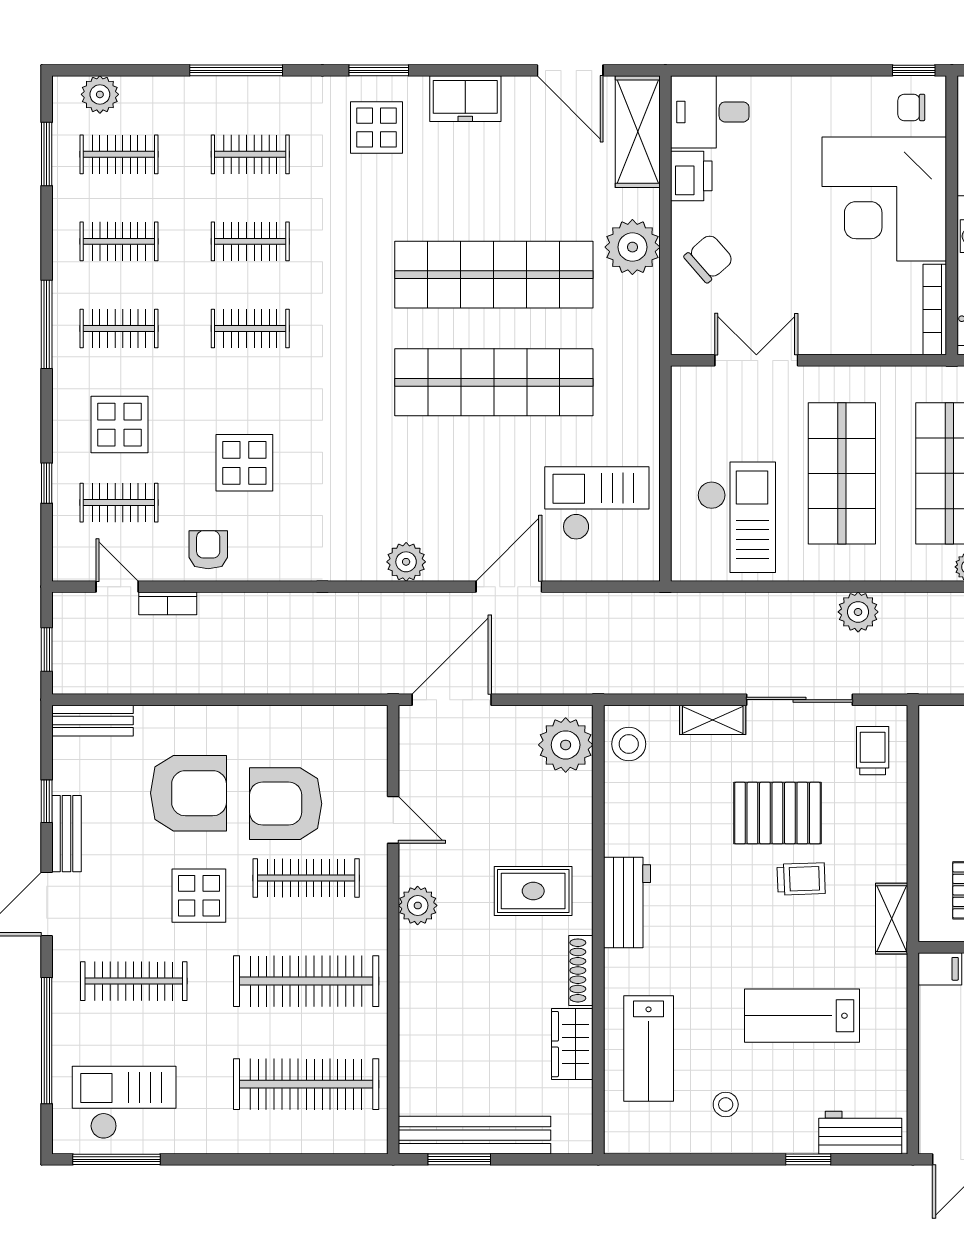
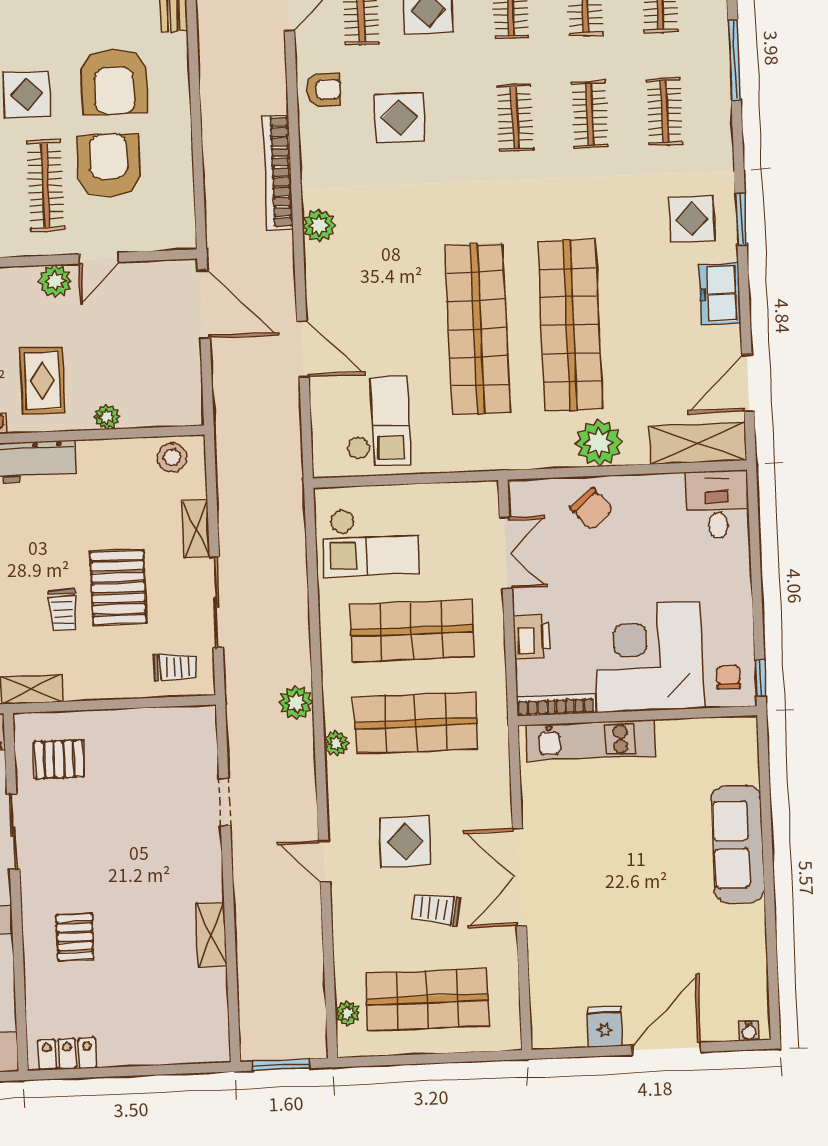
window: (236, 70) -> (734, 60), moved
printer: (691, 176) -> (532, 637), moved, turned -90
plant: (406, 562) -> (319, 226), moved
bookcase: (168, 603) -> (278, 172), moved, width x2.31, depth x1.31
plant: (858, 612) -> (296, 703), moved
plant: (566, 745) -> (107, 417), moved, width x0.53, depth x0.53
plant: (418, 905) -> (55, 281), moved

